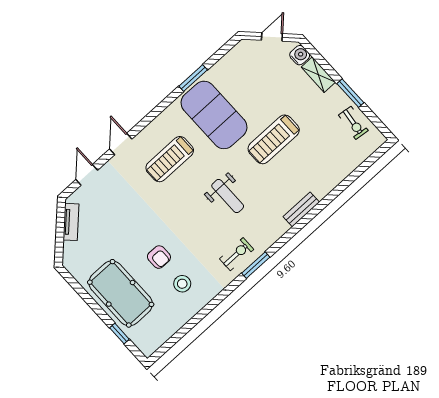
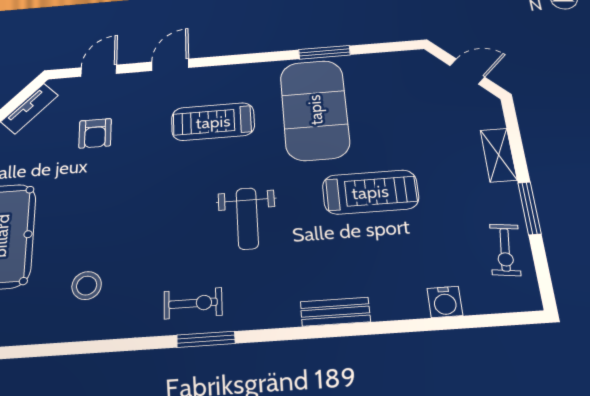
water cooler: (300, 55) -> (445, 302), moved, turned 90
treadmill: (274, 139) -> (370, 192), turned 180
armchair: (159, 257) -> (95, 133), moved

